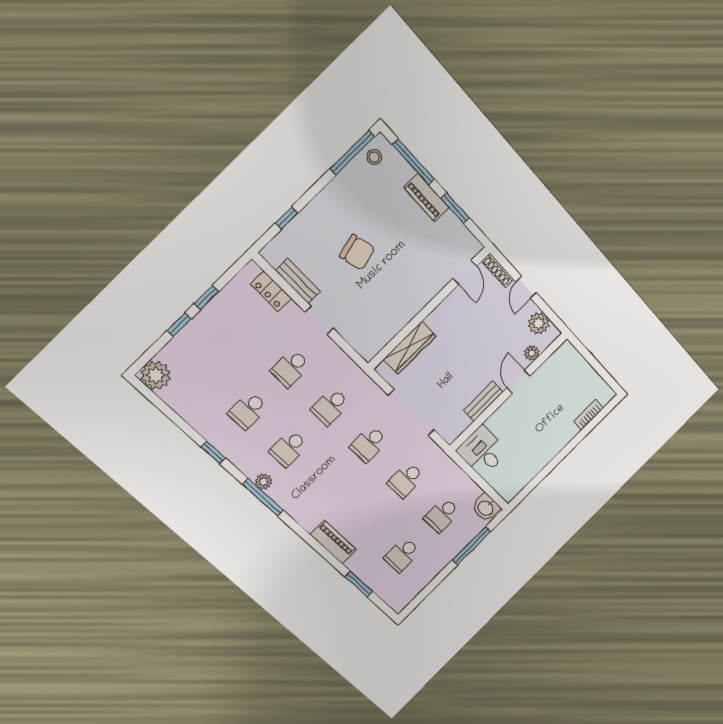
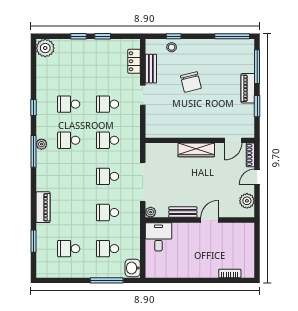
stool: (374, 157) -> (172, 47), moved
wardrobe: (410, 348) -> (196, 150), moved
plant: (532, 353) -> (151, 212), moved

